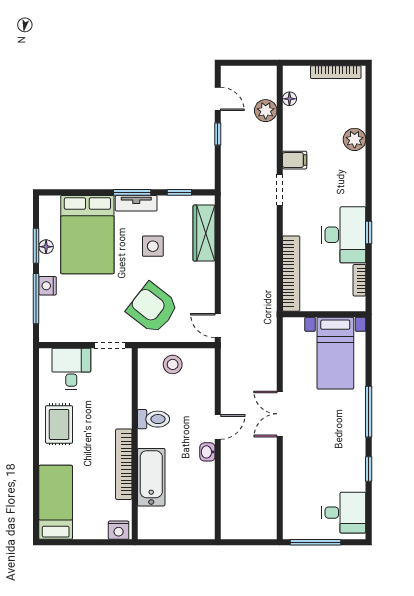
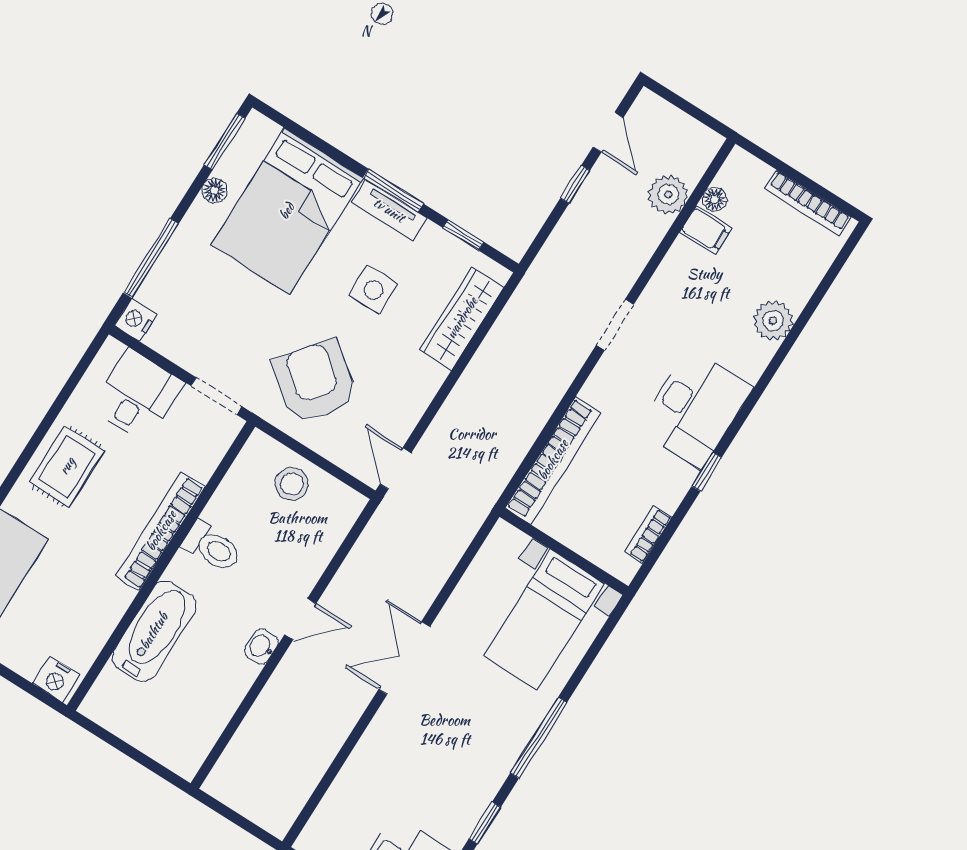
filing cabinet: (295, 160) -> (706, 230), moved
desk: (344, 235) -> (695, 408), moved
window: (36, 246) -> (225, 141), moved
nightstand: (48, 286) -> (136, 320), moved
bookcase: (124, 464) -> (161, 531), moved

